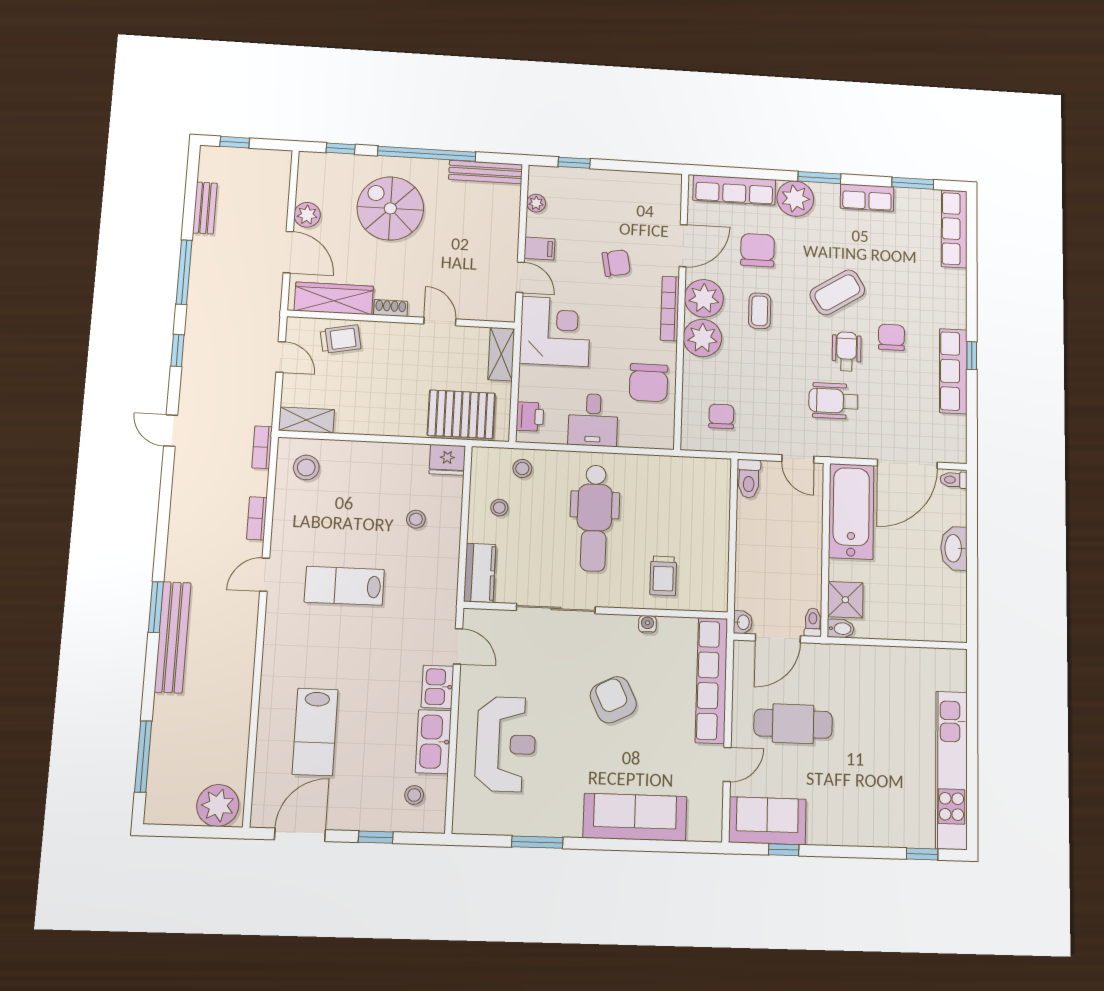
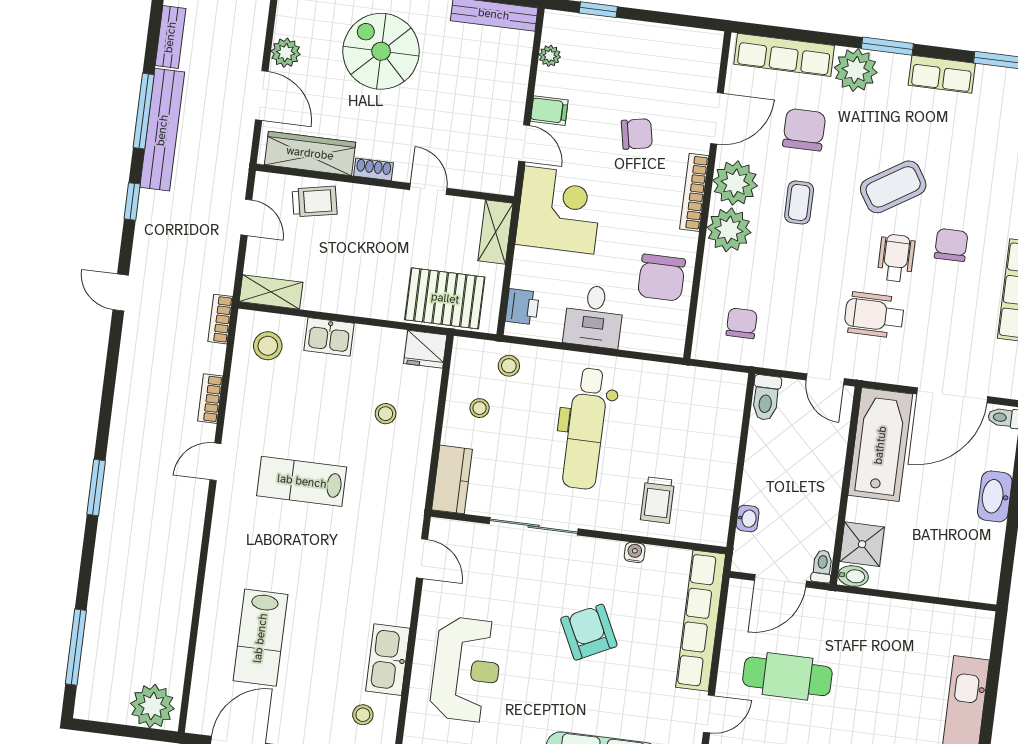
washbasin: (743, 622) -> (748, 518), moved
bench: (173, 637) -> (162, 130), moved
kitchen sink: (437, 687) -> (329, 337), moved, turned -90

